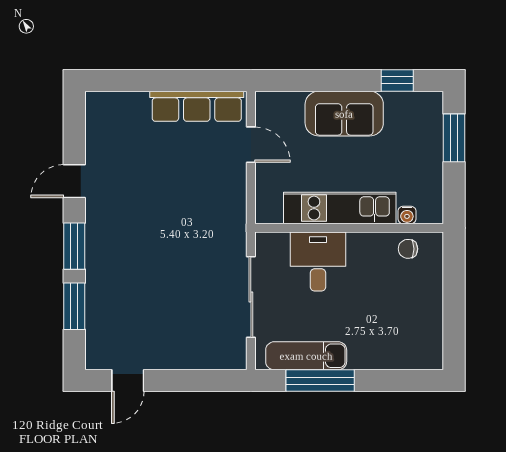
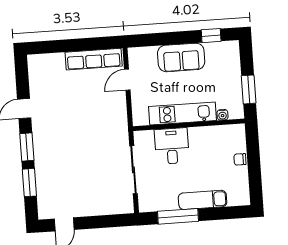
window: (454, 138) -> (249, 89), moved
door: (251, 145) -> (127, 80), swing flipped
chair: (408, 249) -> (240, 159), moved
exam couch: (306, 356) -> (203, 200), moved

